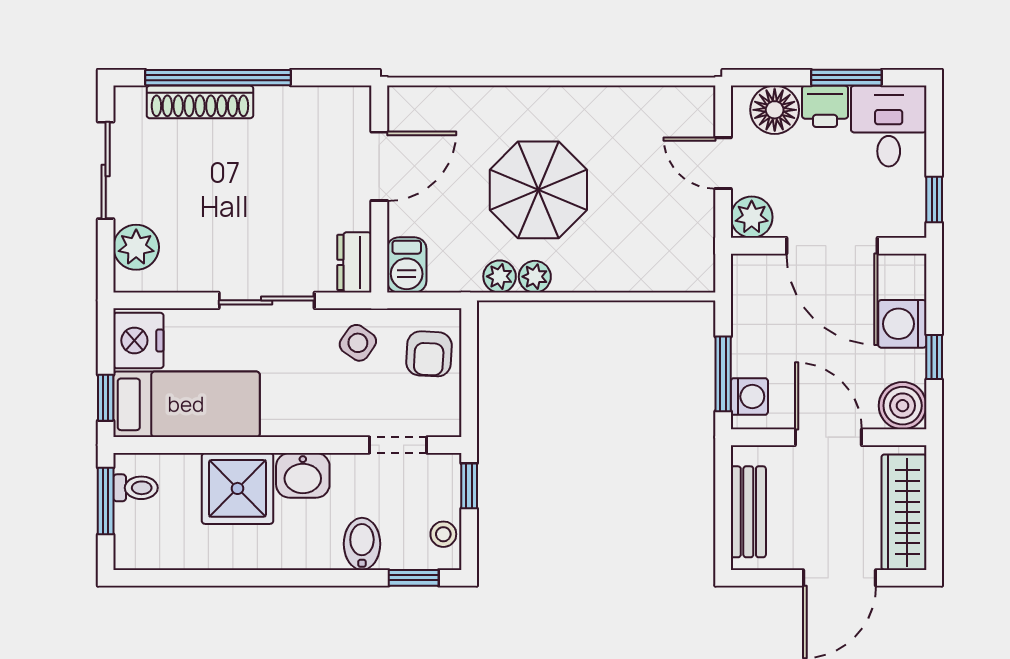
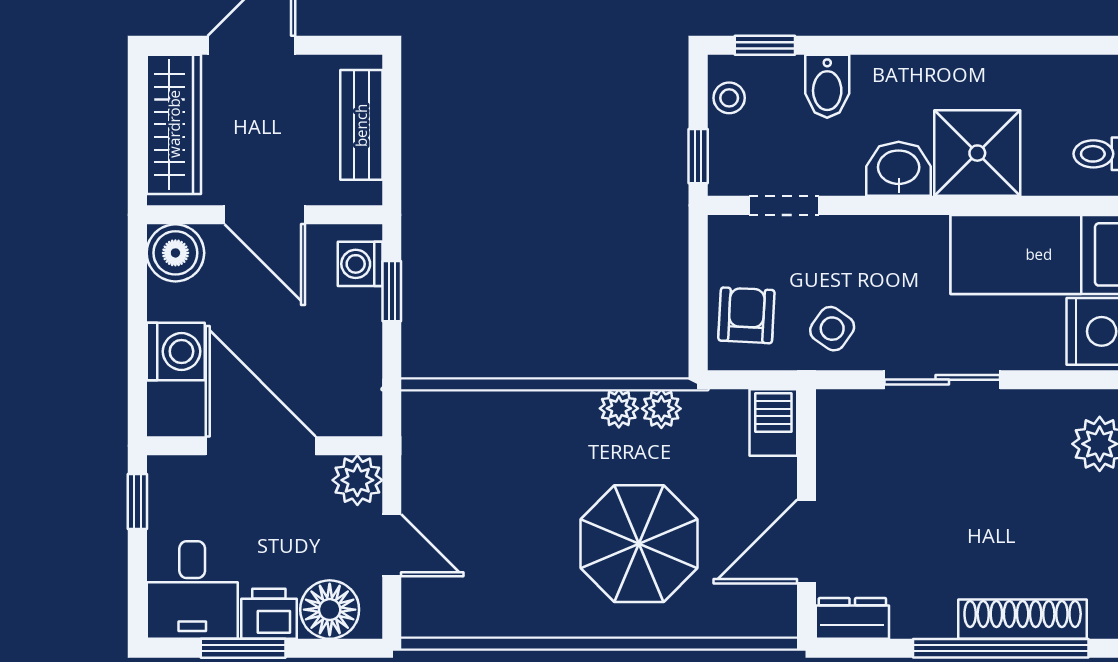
parasol: (538, 190) -> (639, 544), moved
dresser: (354, 262) -> (852, 618), moved, turned -90
window: (934, 357) -> (137, 312), removed
window: (723, 374) -> (392, 291), width x0.67

